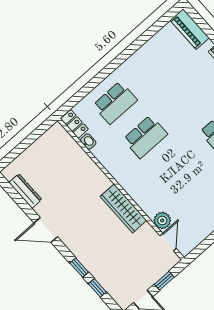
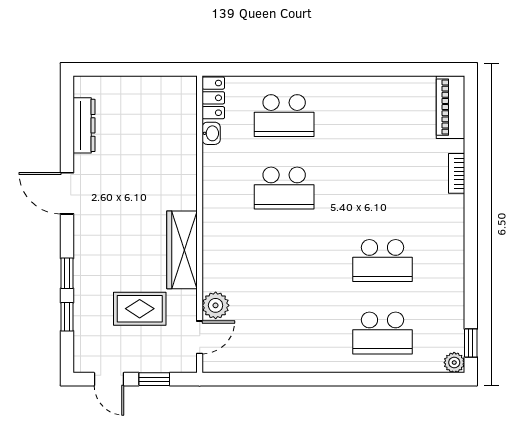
rug: (128, 254) -> (140, 309), added

